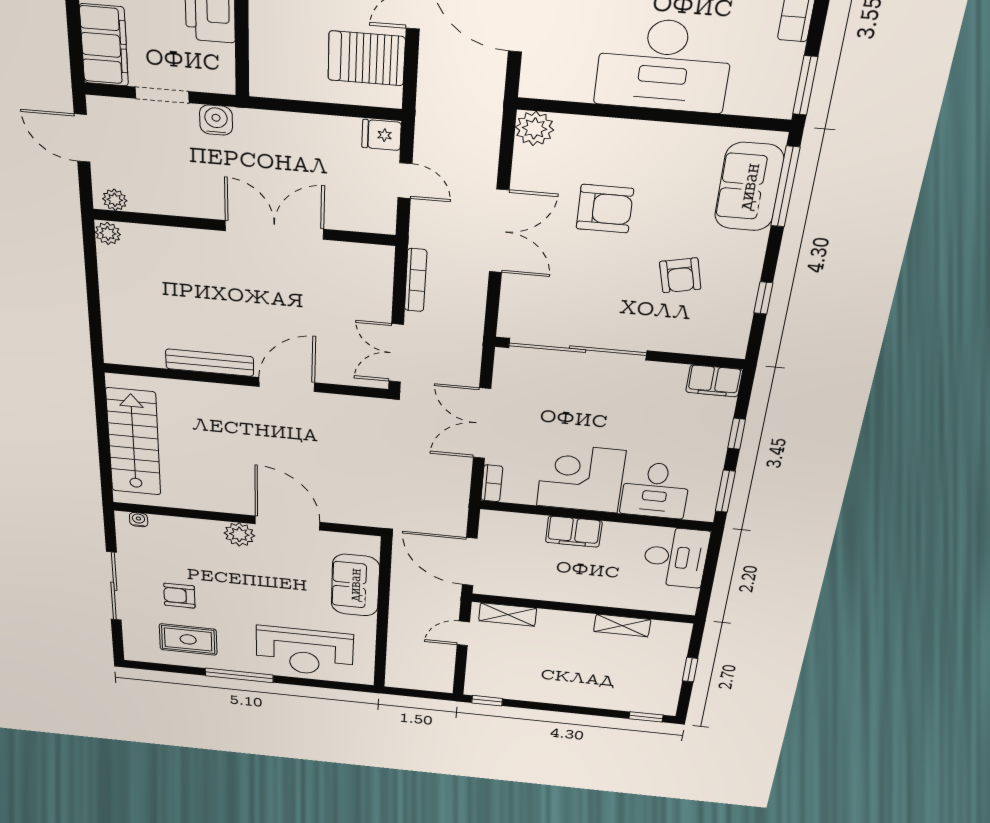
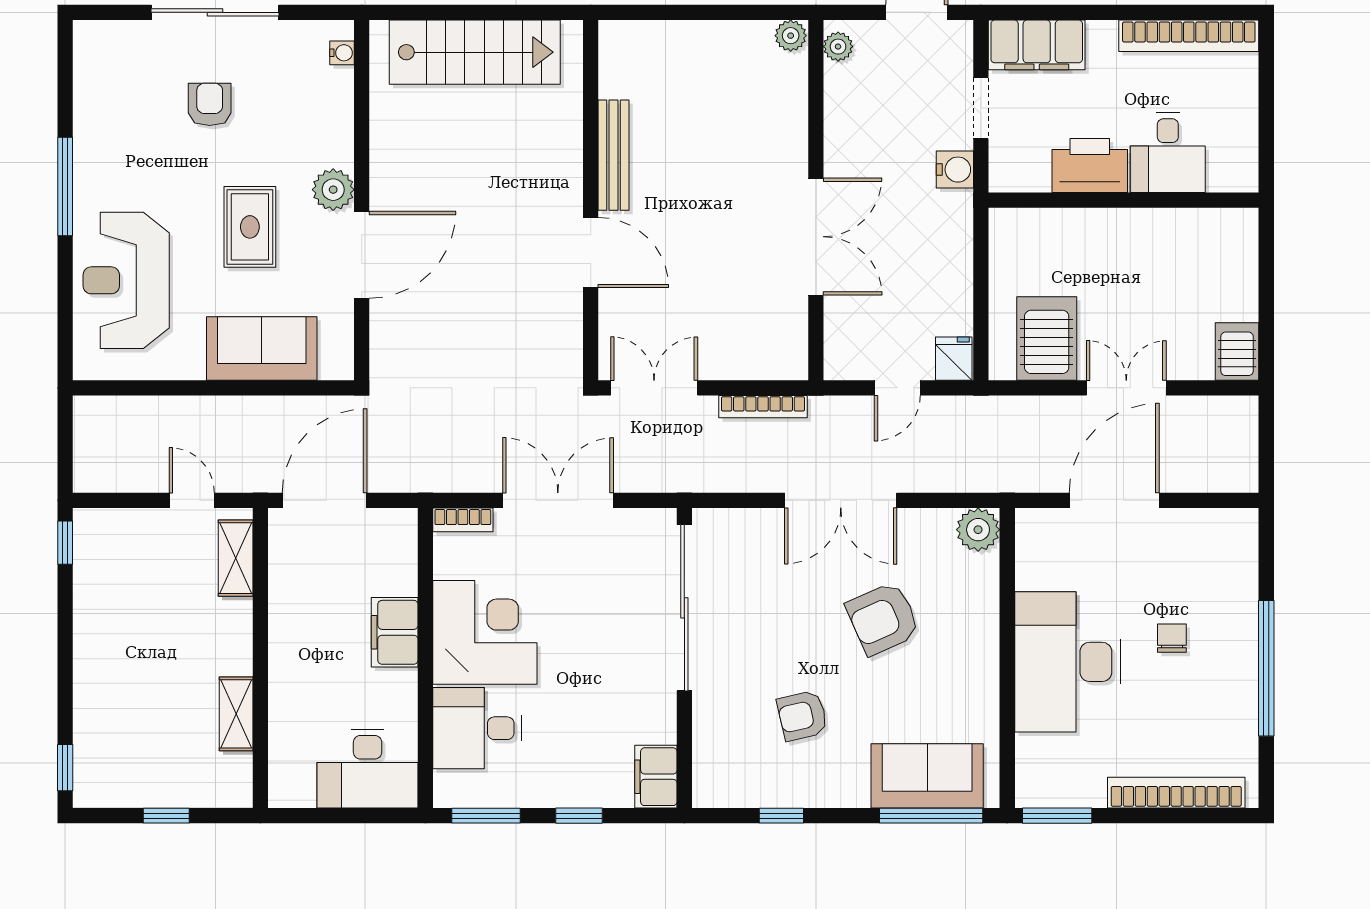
armchair: (605, 209) -> (883, 619), turned 66
rug: (188, 639) -> (250, 227), moved

